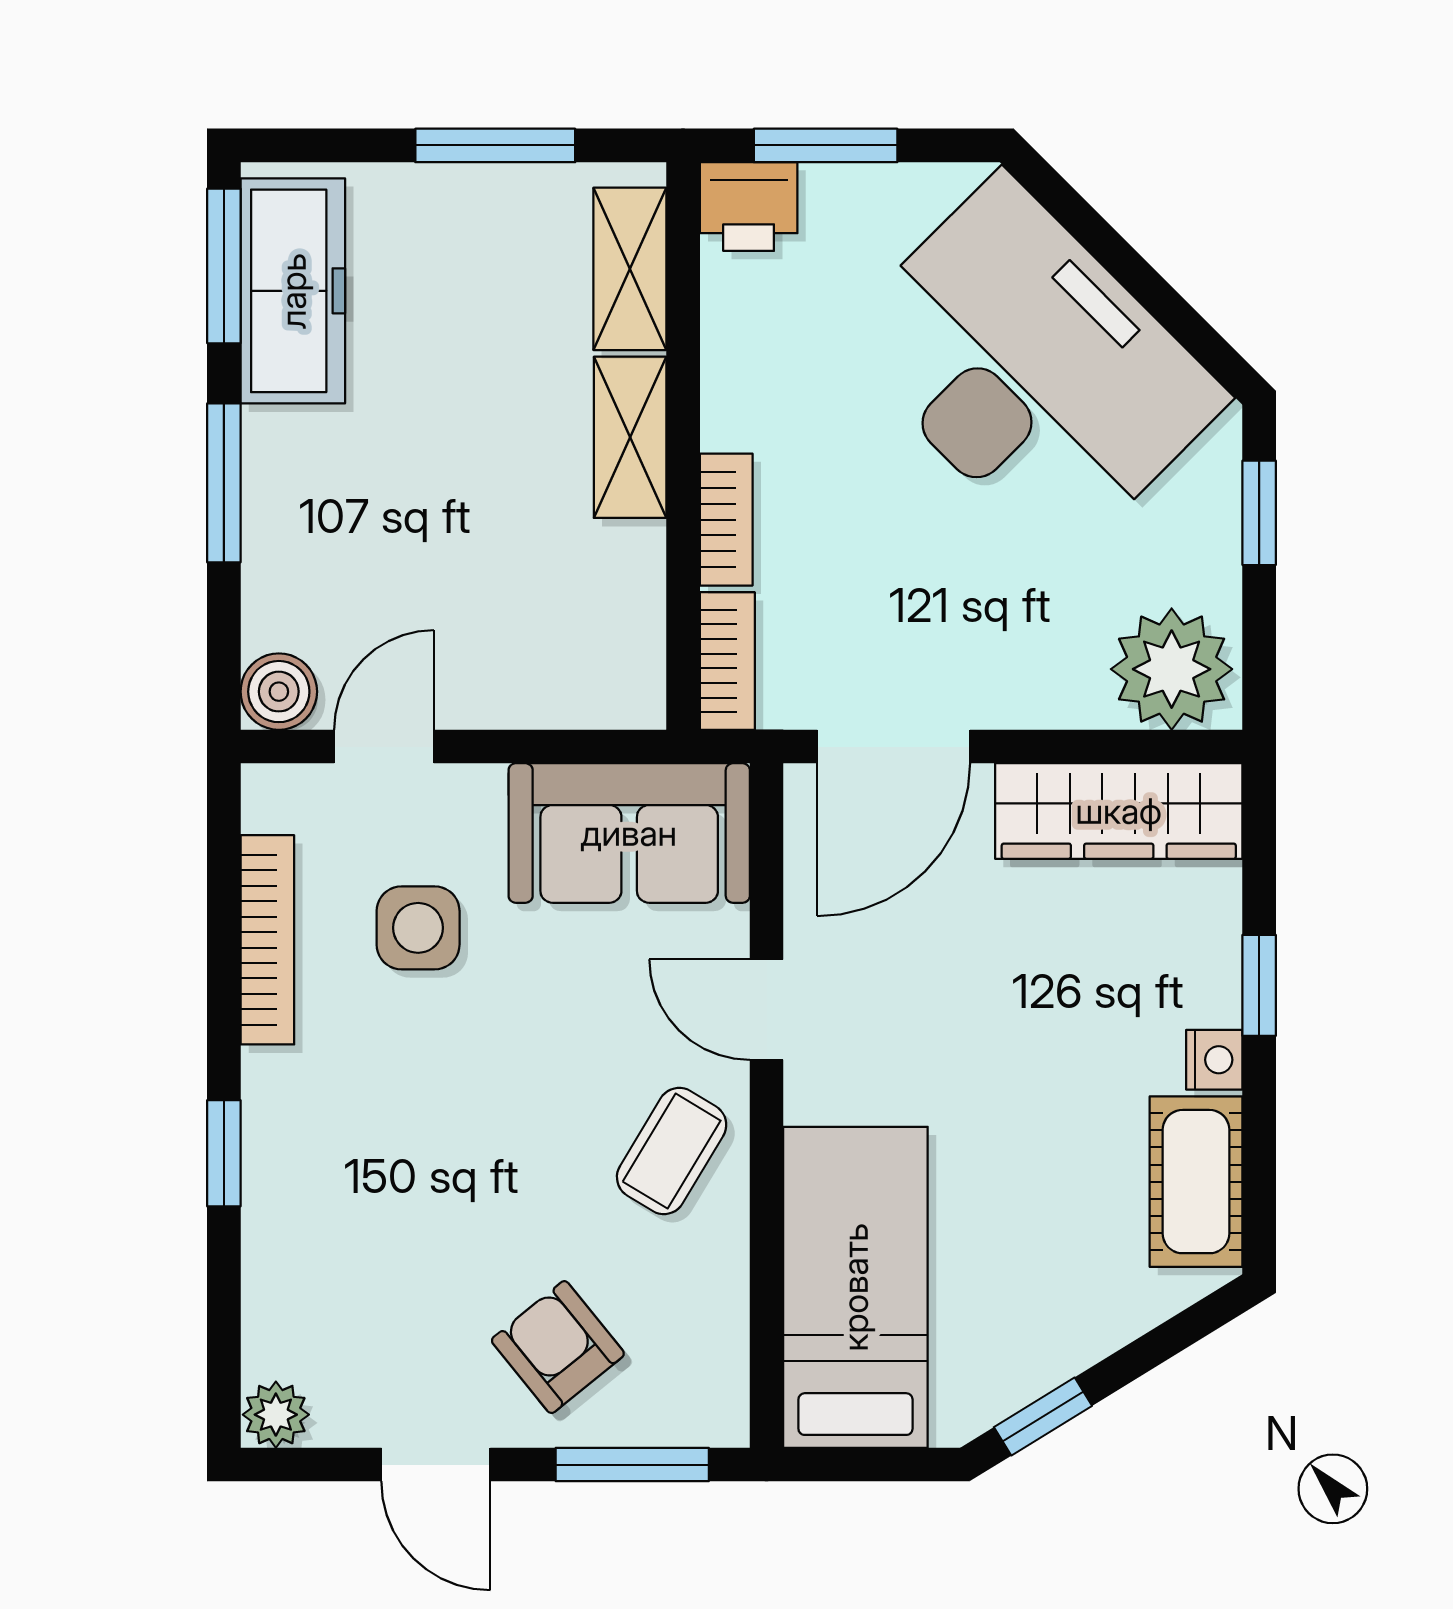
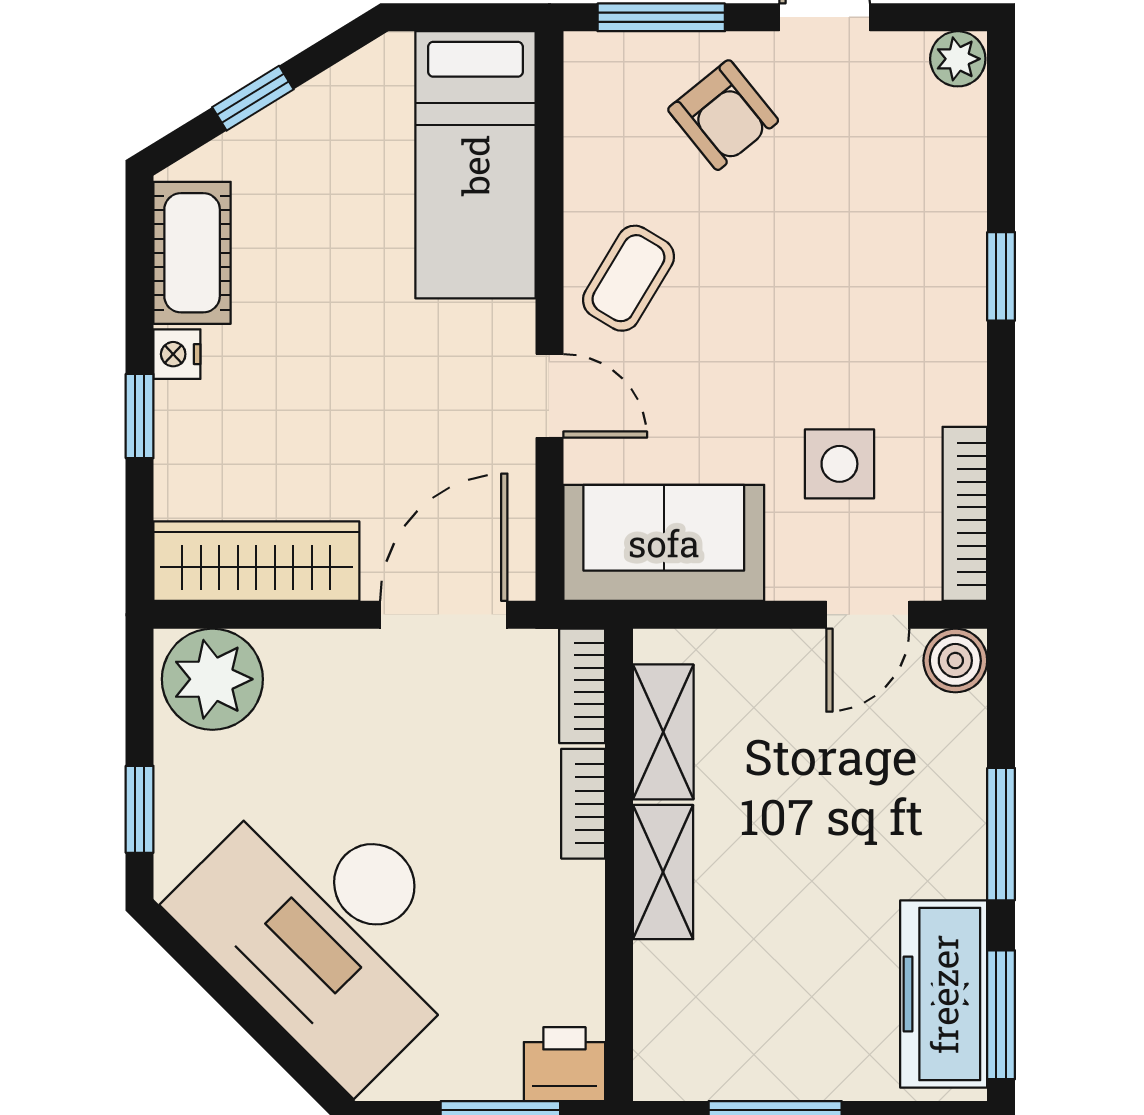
shelving: (630, 269) -> (663, 732), moved
bookcase: (267, 940) -> (965, 514), moved
window: (1043, 1417) -> (253, 98), moved

